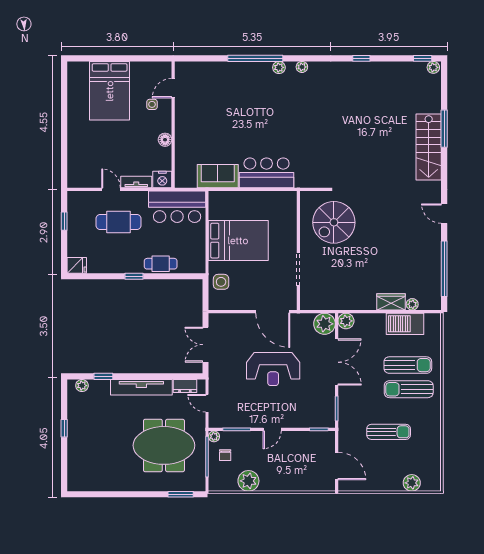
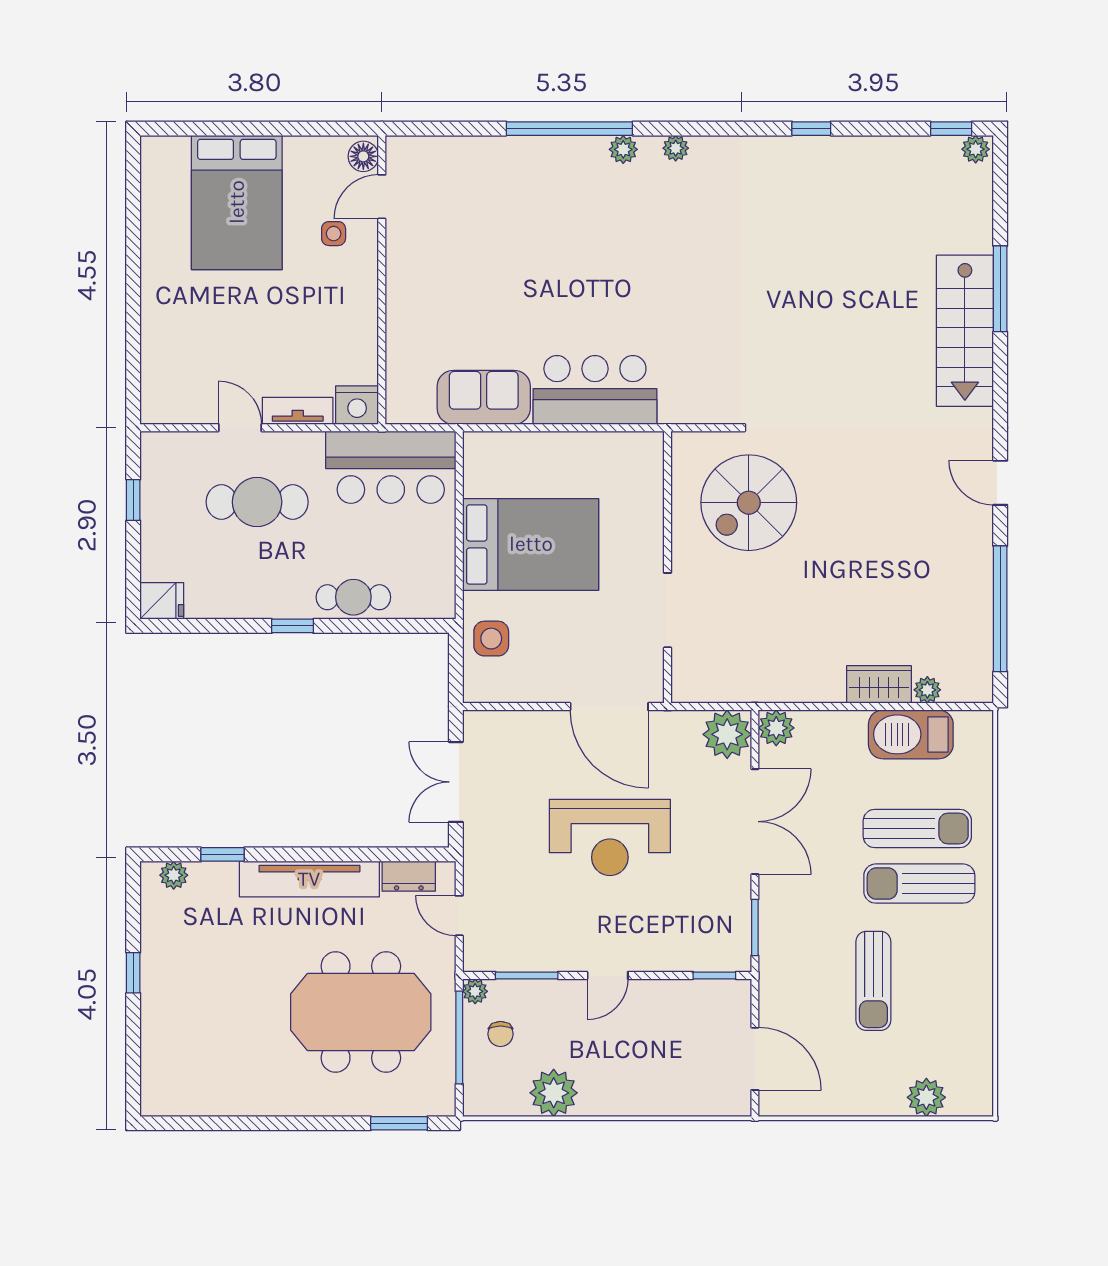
floor lamp: (165, 140) -> (363, 156), moved
sun lounger: (389, 432) -> (873, 981), turned 90

